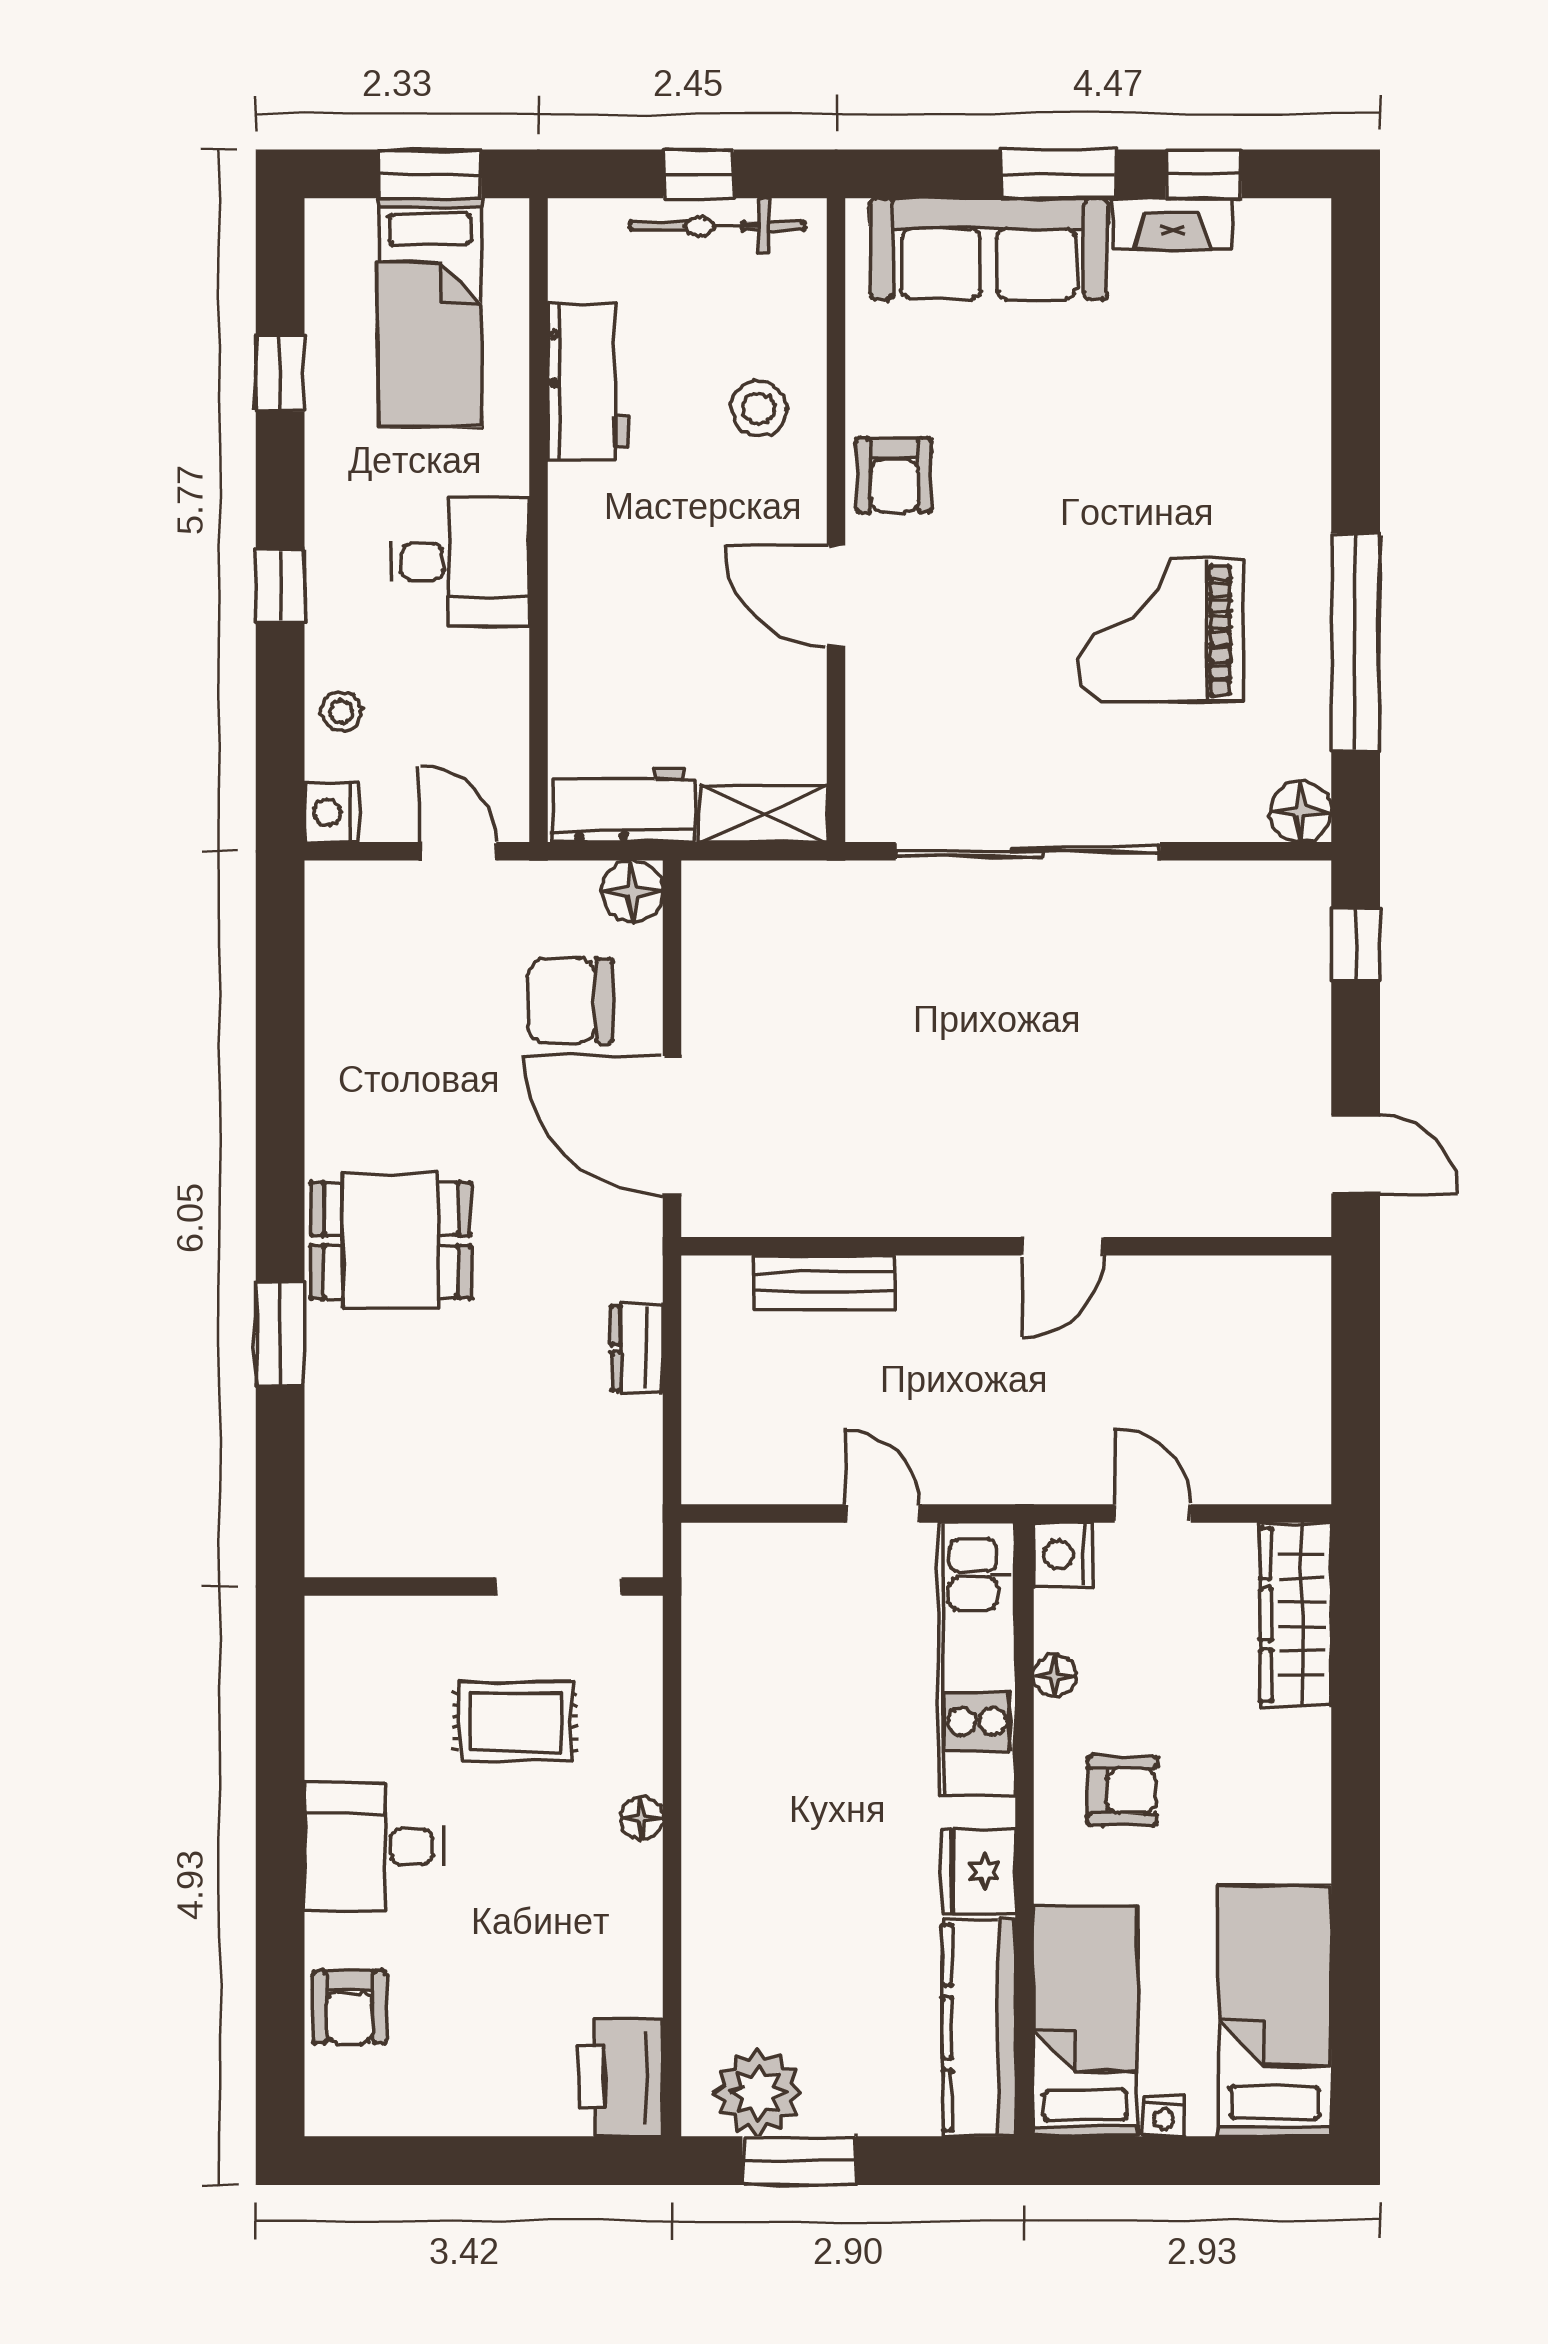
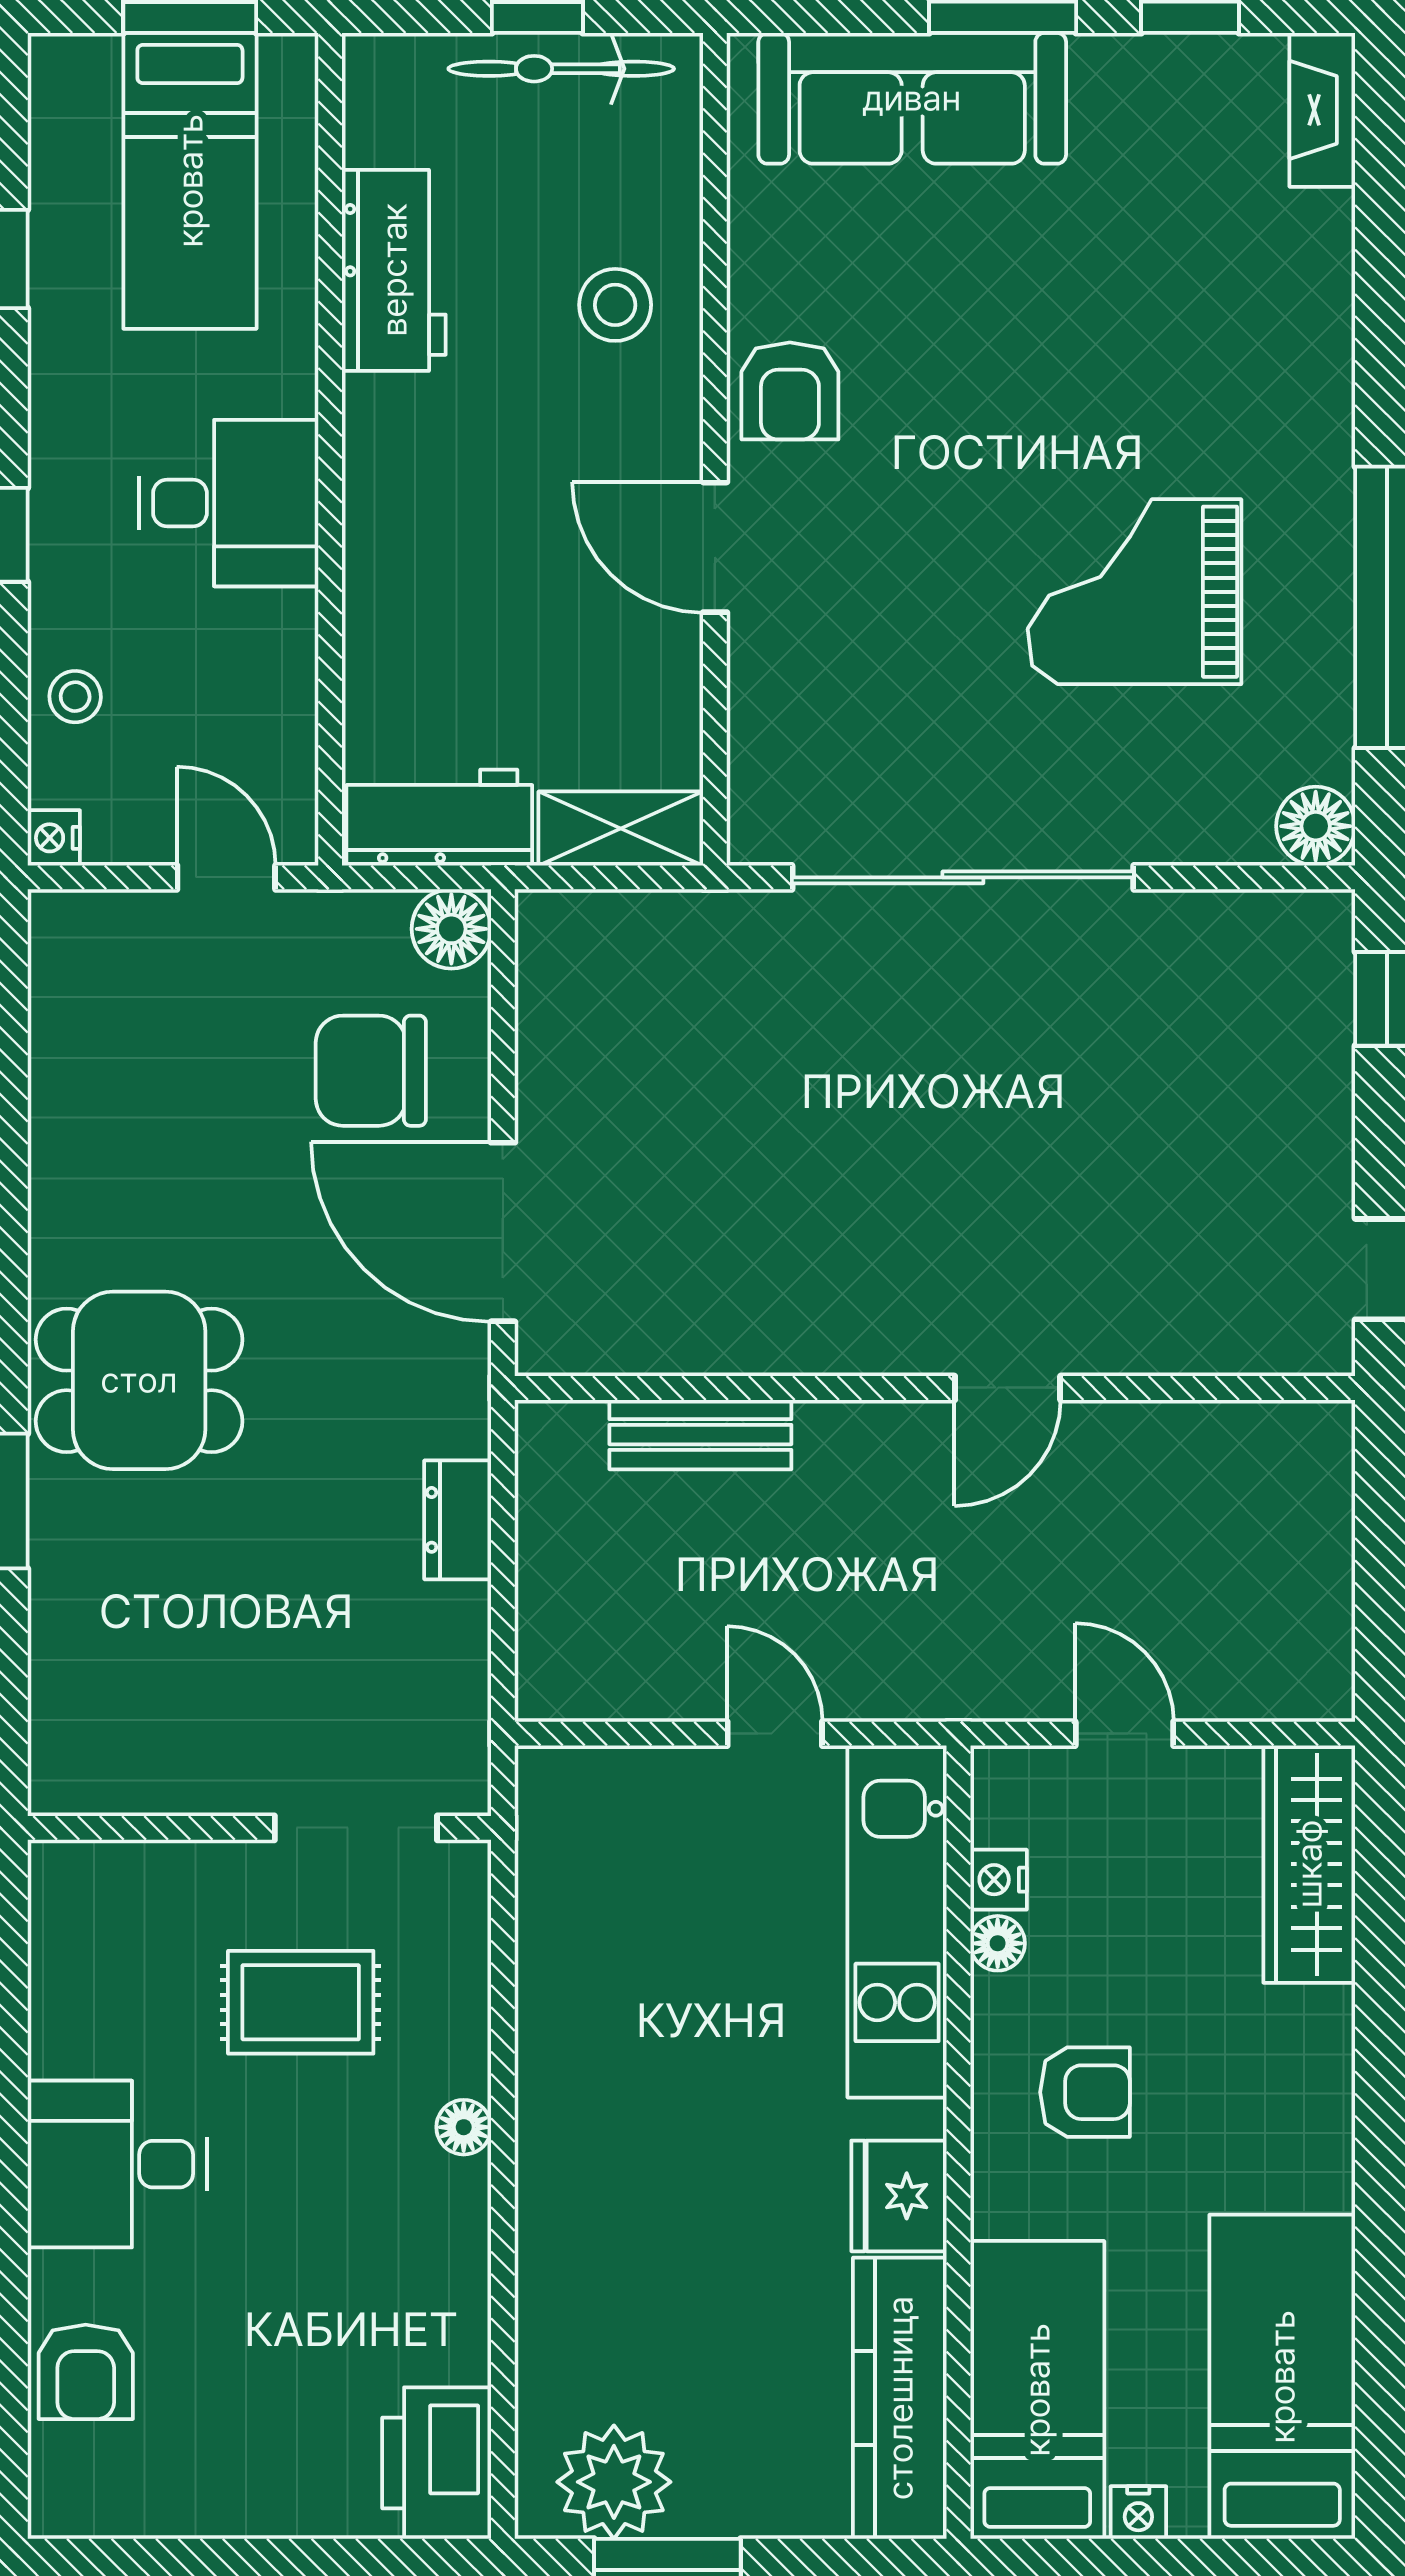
fireplace: (1172, 224) -> (1322, 110), moved, turned 90
nightstand: (332, 812) -> (54, 838), width x0.72, depth x0.74
nightstand: (1063, 1555) -> (999, 1880), moved, width x0.72, depth x0.74

